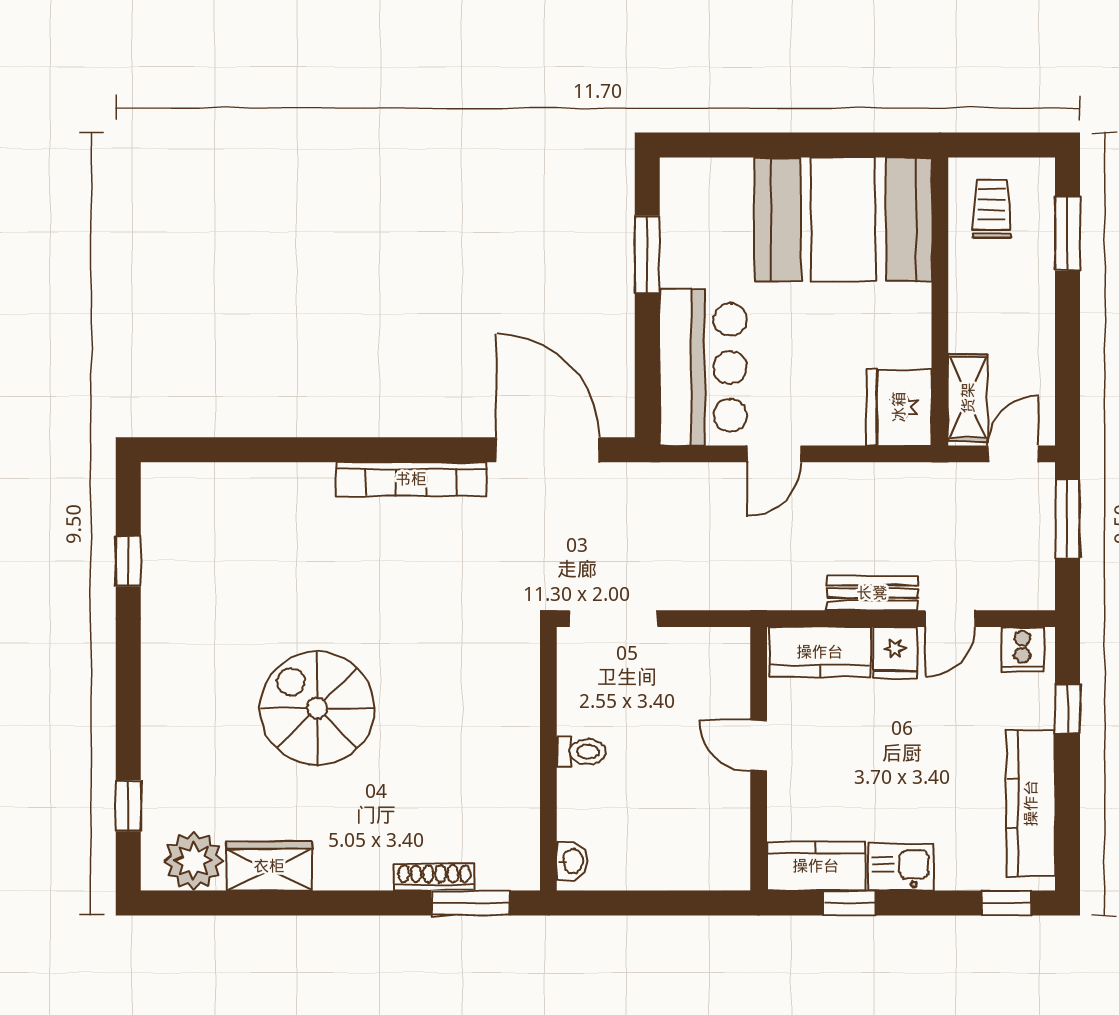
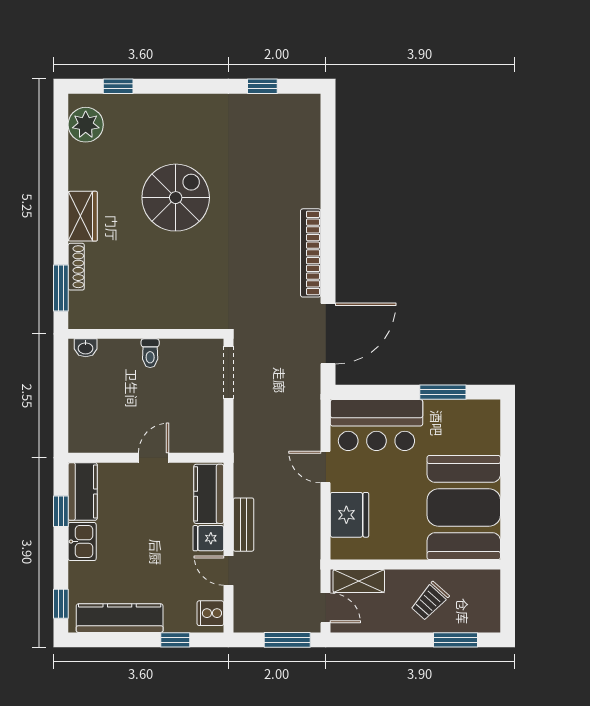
trolley: (992, 209) -> (430, 601), moved, turned 132
fridge: (899, 407) -> (349, 515), moved, turned 90
wardrobe: (269, 866) -> (83, 216), moved

